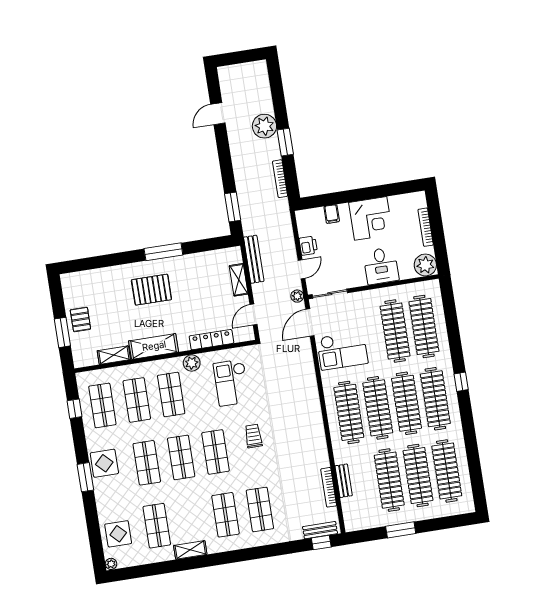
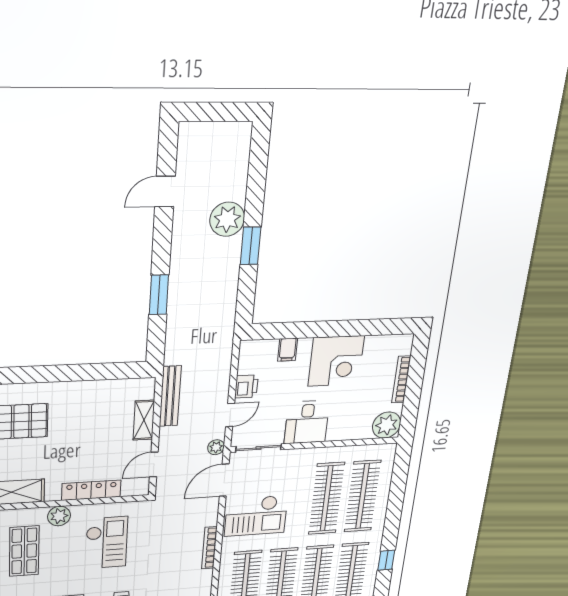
bookcase: (280, 179) -> (209, 548), moved
window: (233, 207) -> (159, 295), moved
window: (163, 252) -> (48, 374), removed
desk: (381, 266) -> (307, 422), moved
checkout: (231, 383) -> (106, 543), turned 180

